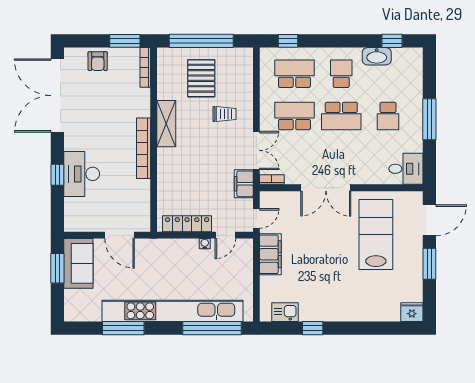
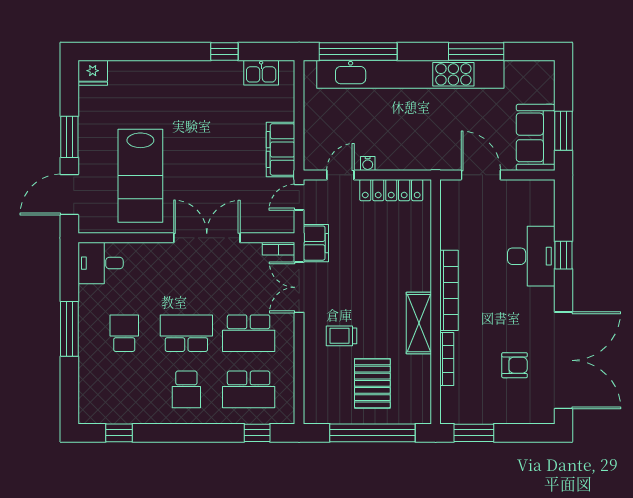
washbasin: (377, 56) -> (139, 413), removed
armchair: (98, 61) -> (515, 365), moved, turned 90
bookcase: (145, 67) -> (447, 359), moved

